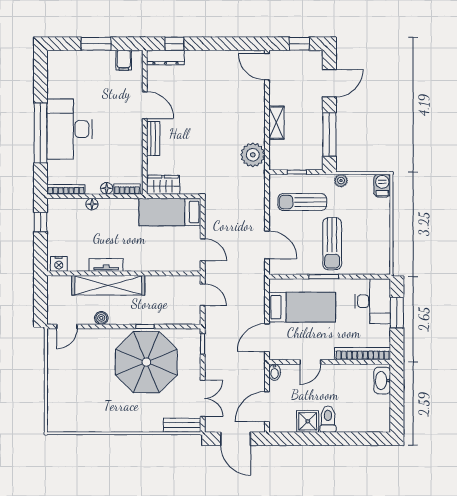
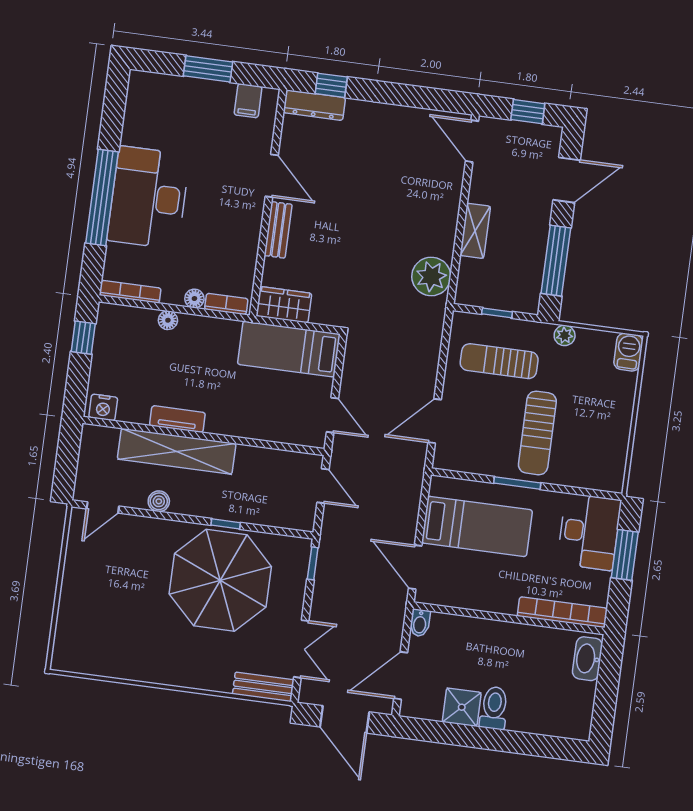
door: (267, 245) -> (435, 421), swing flipped
door: (267, 338) -> (415, 567), hinge flipped
door: (310, 362) -> (478, 614), removed

